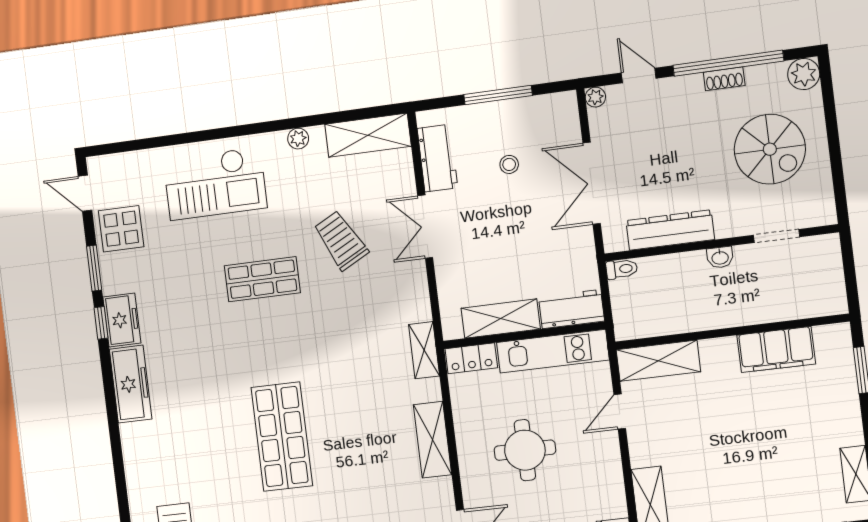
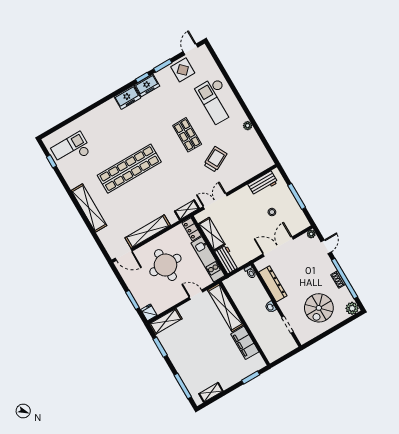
shelving: (368, 135) -> (260, 153), removed
double door: (425, 227) -> (215, 201), moved
shelving: (658, 361) -> (225, 307), width x1.47
freezer: (131, 384) -> (127, 97), width x0.71
shop shelf: (282, 437) -> (129, 169), width x1.40
shelving: (433, 440) -> (148, 232), width x1.47
round table: (525, 450) -> (165, 265), width x1.36, depth x1.36

